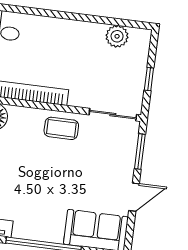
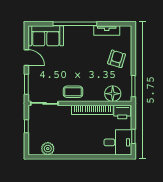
door: (134, 197) -> (26, 58), swing flipped

